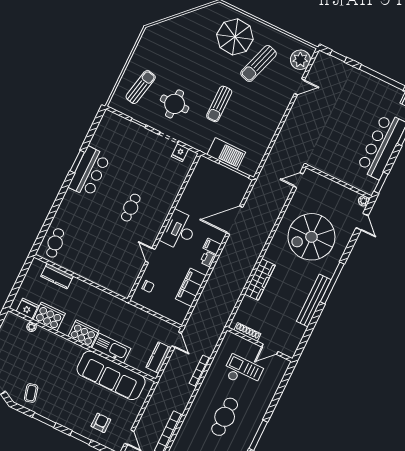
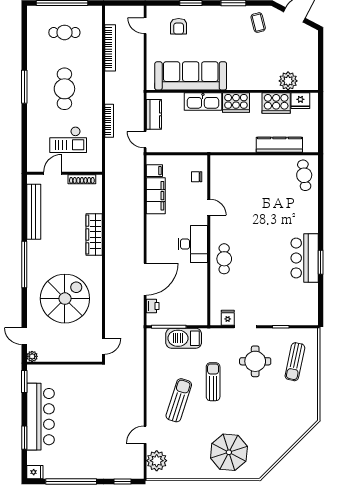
sun lounger: (259, 64) -> (179, 400), moved
cafe table: (131, 208) -> (224, 259), moved
filing cabinet: (212, 246) -> (154, 171), moved
printer: (208, 259) -> (153, 306), moved
kitchen counter: (57, 276) -> (279, 145), width x1.50
bench: (314, 300) -> (34, 212), moved
plant: (31, 327) -> (288, 81), width x1.88, depth x1.88

